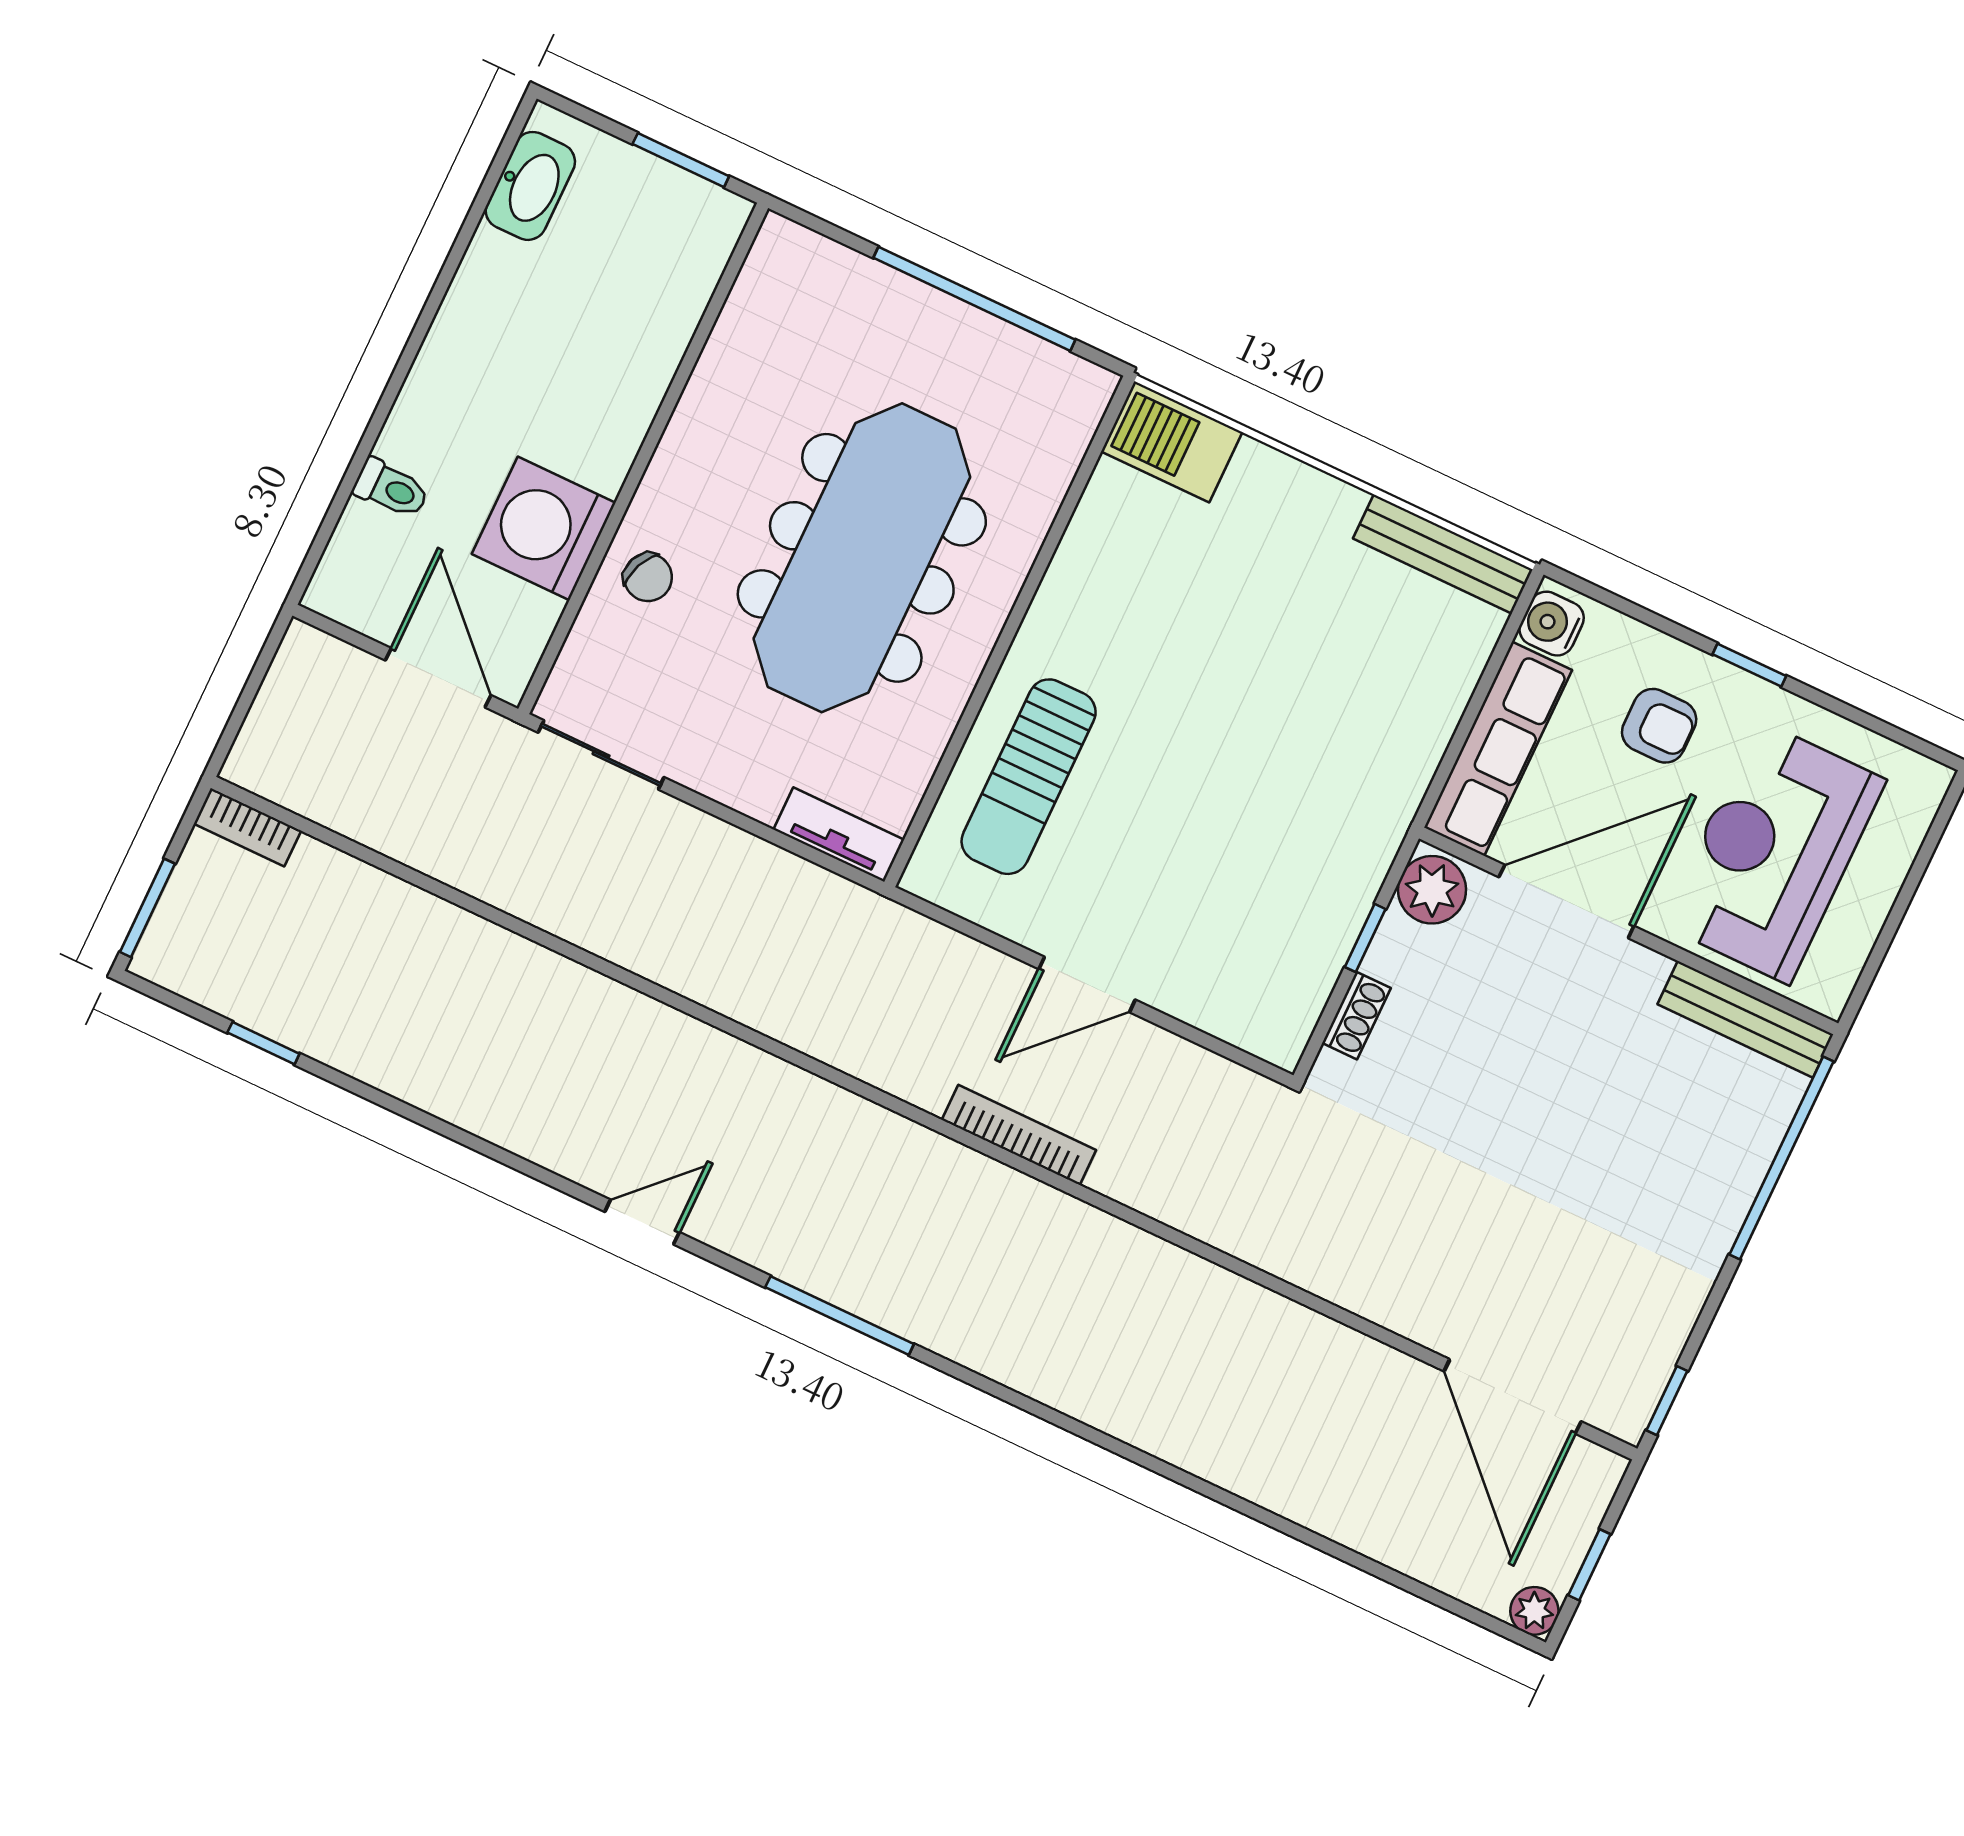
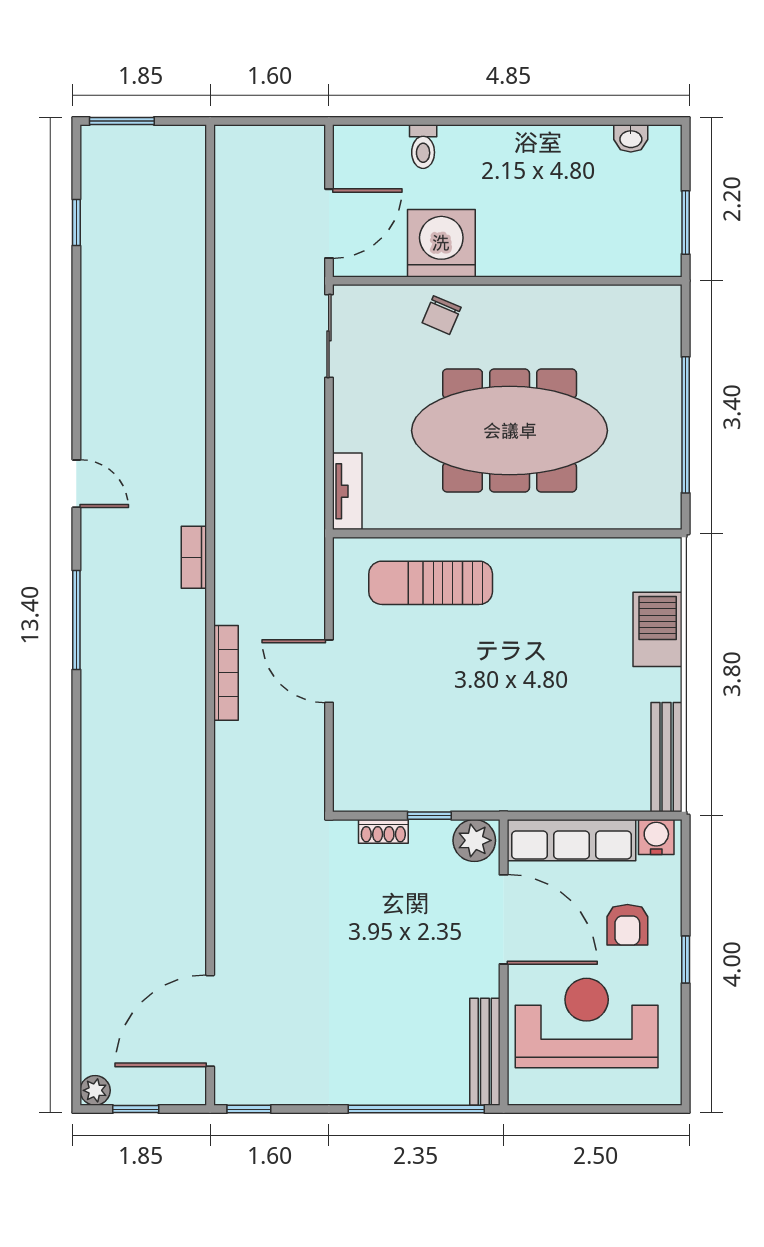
washbasin: (530, 186) -> (631, 138), width x0.52, depth x0.69
barbecue: (1172, 442) -> (658, 629), moved
bookcase: (248, 827) -> (194, 557), moved

